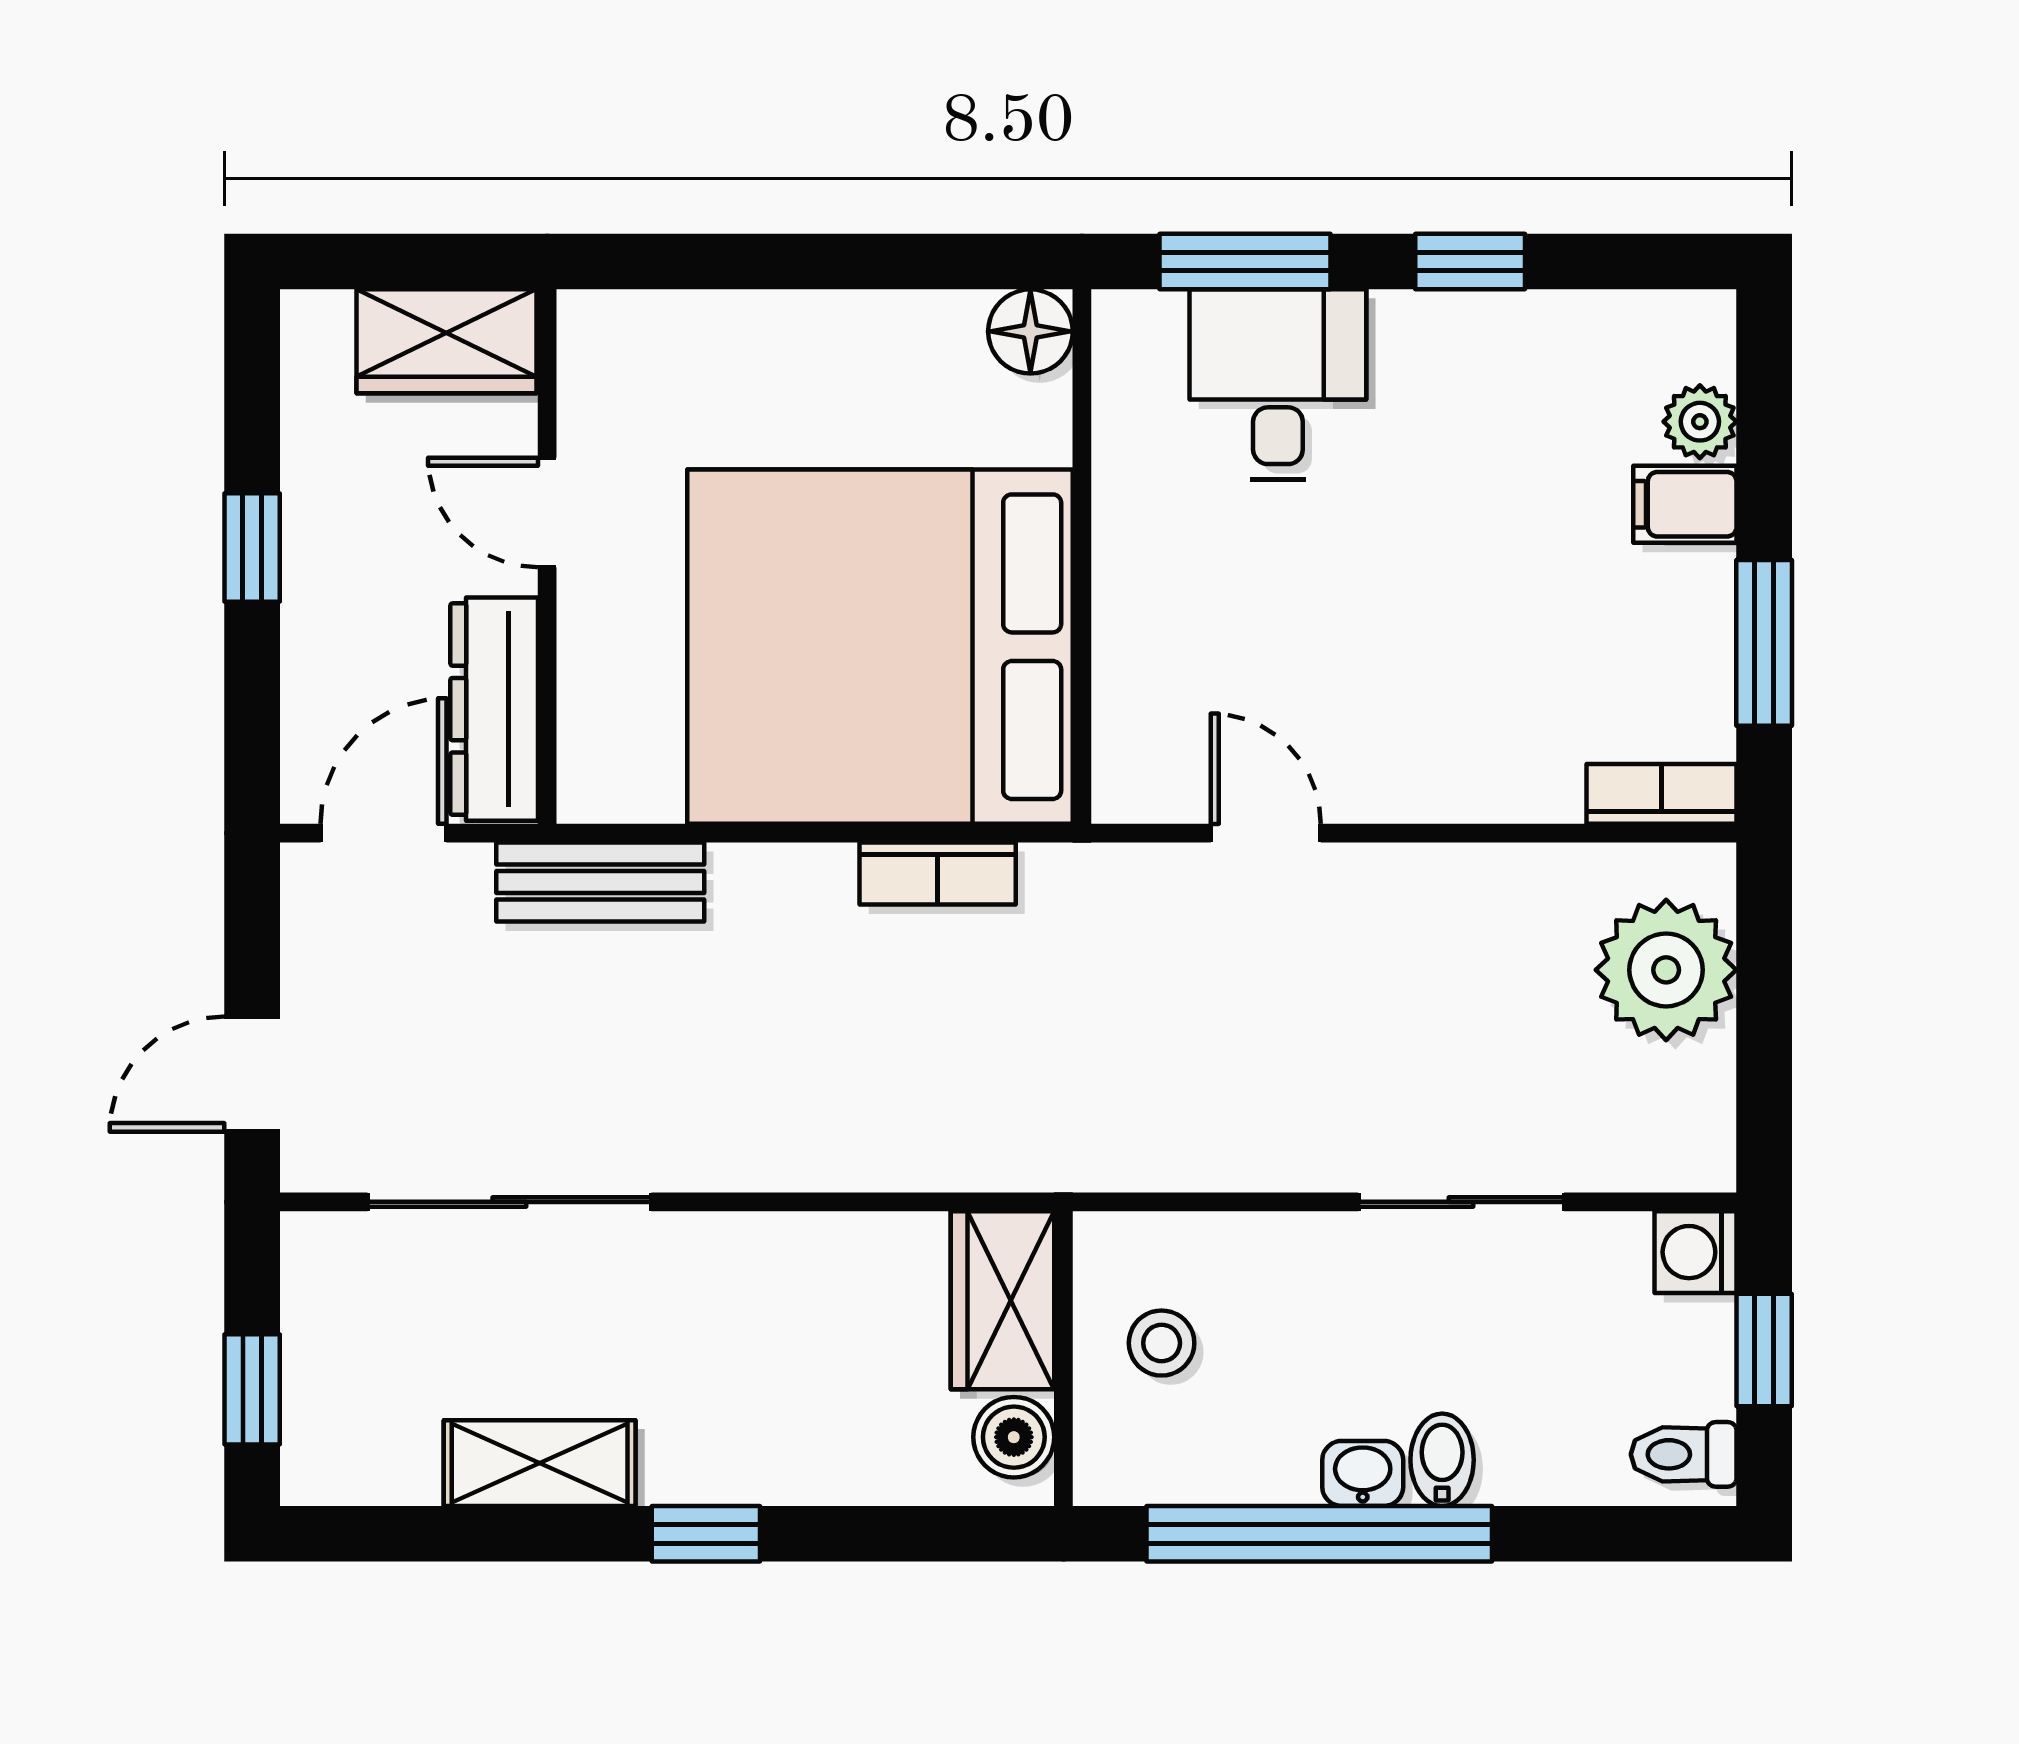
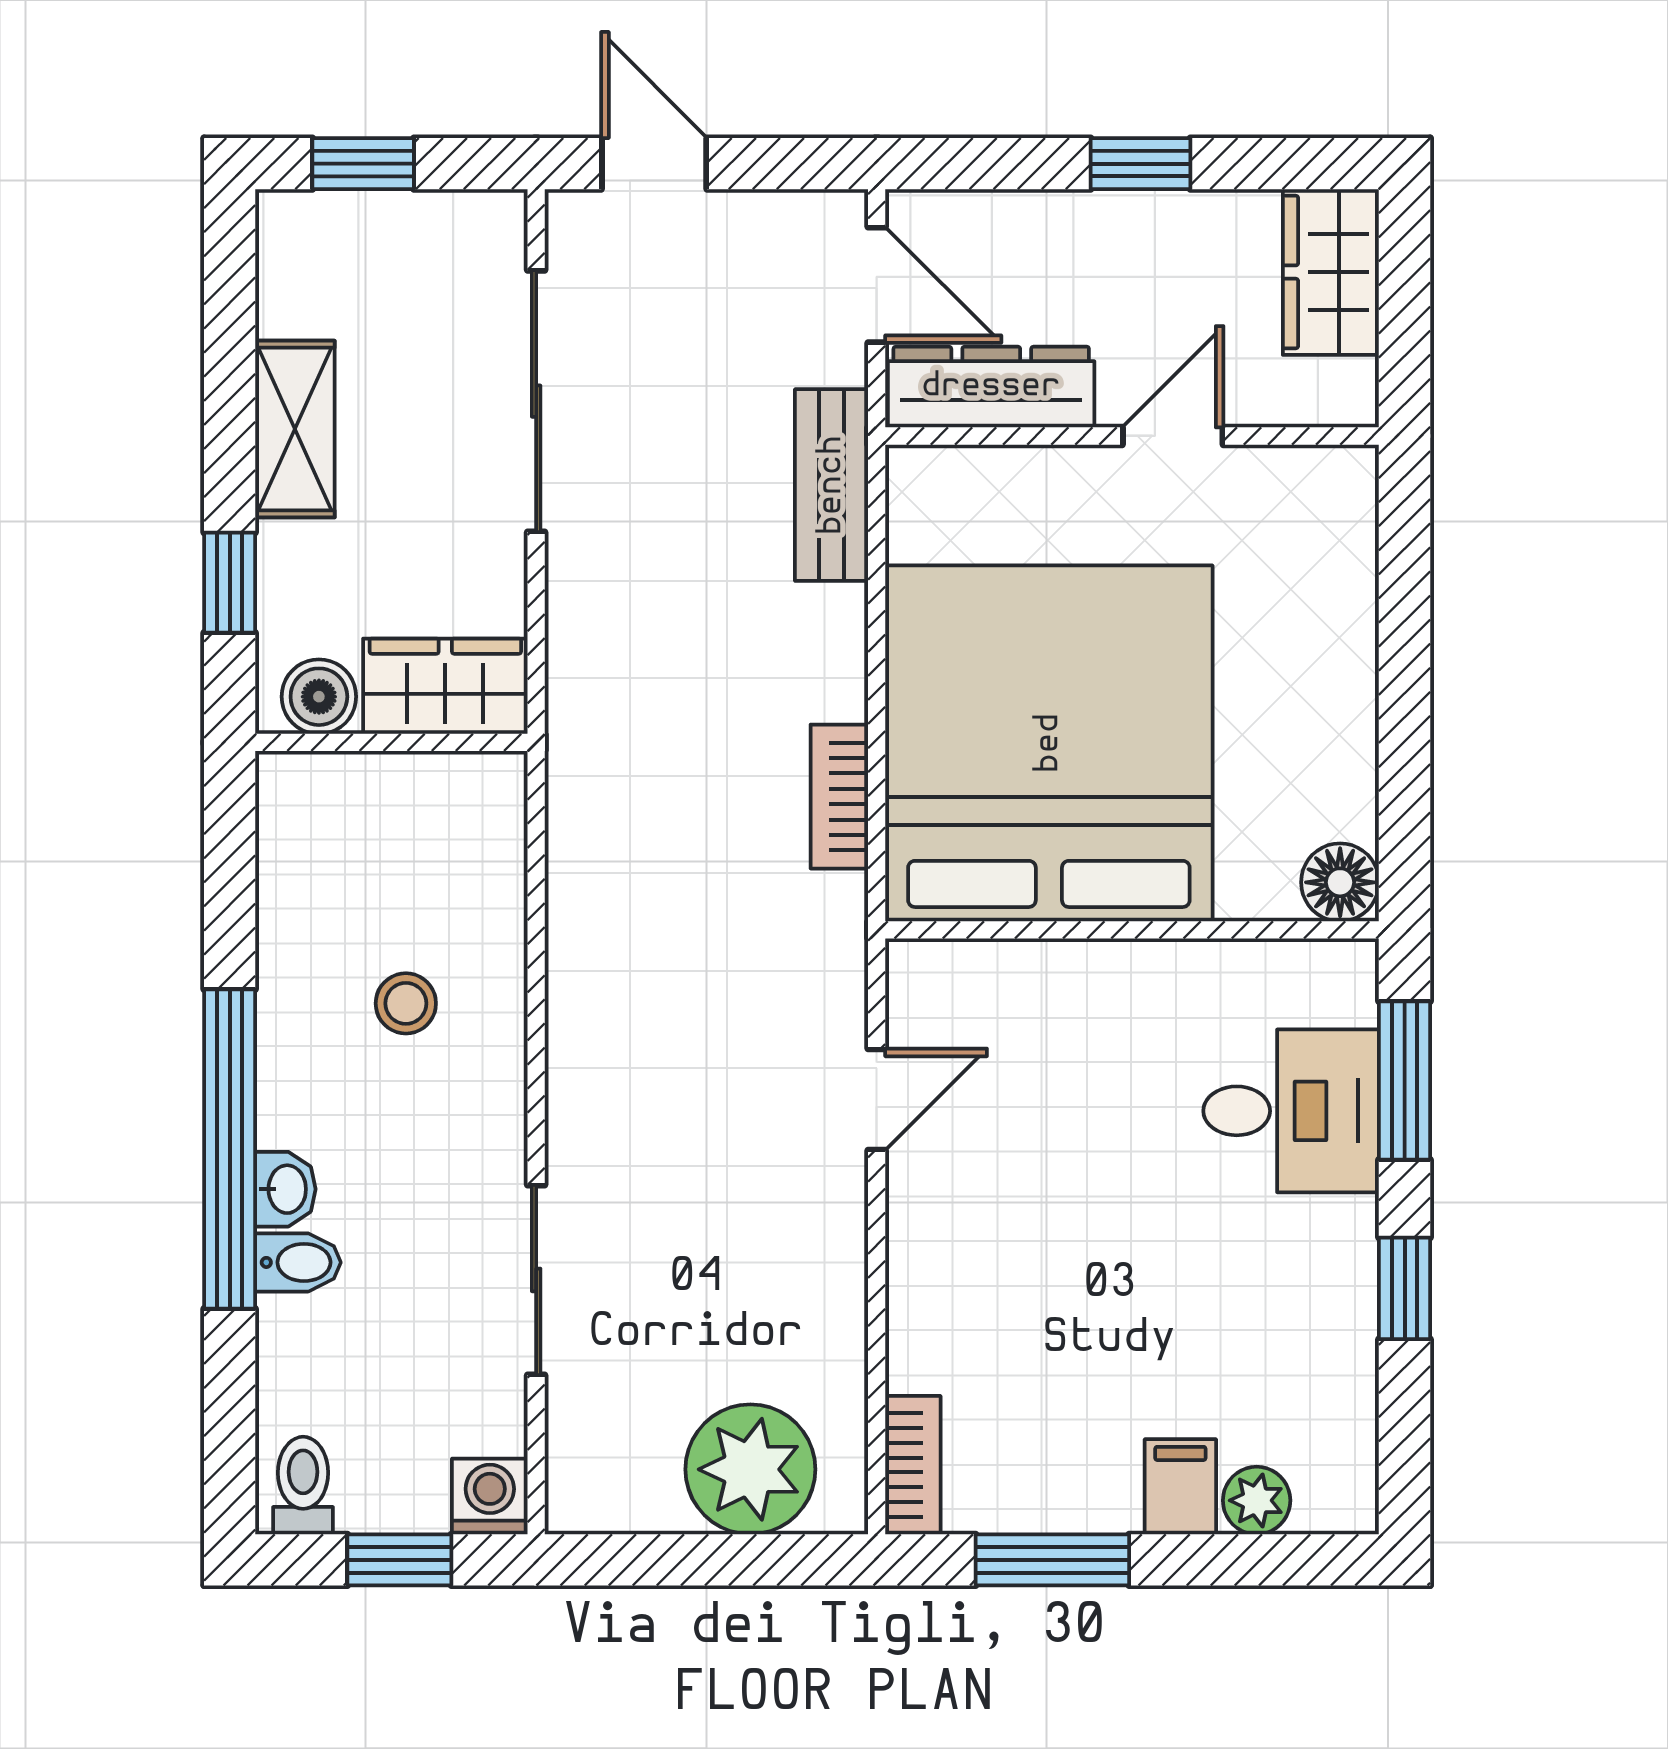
wardrobe: (446, 341) -> (1331, 272), moved
wardrobe: (1003, 1300) -> (445, 686), moved
wall: (1063, 1359) -> (391, 742), moved
boiler: (1014, 1437) -> (319, 697), moved

